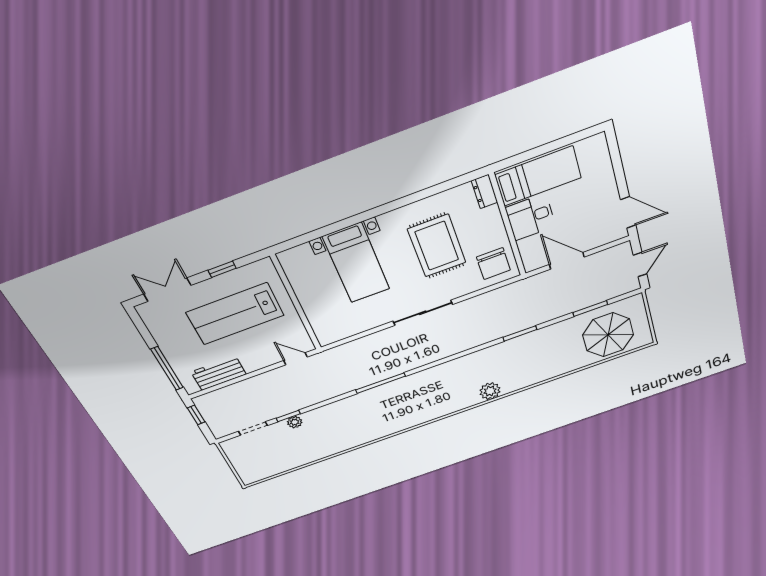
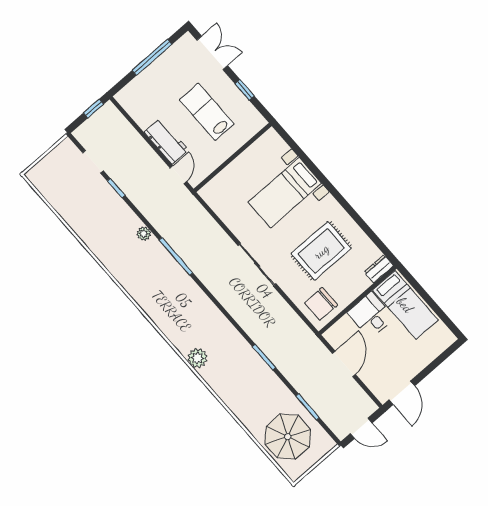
lab bench: (235, 314) -> (207, 112), width x0.73, depth x0.72
window: (167, 369) -> (152, 57), moved
workbench: (219, 373) -> (166, 141), moved
plant: (295, 422) -> (144, 234), moved

